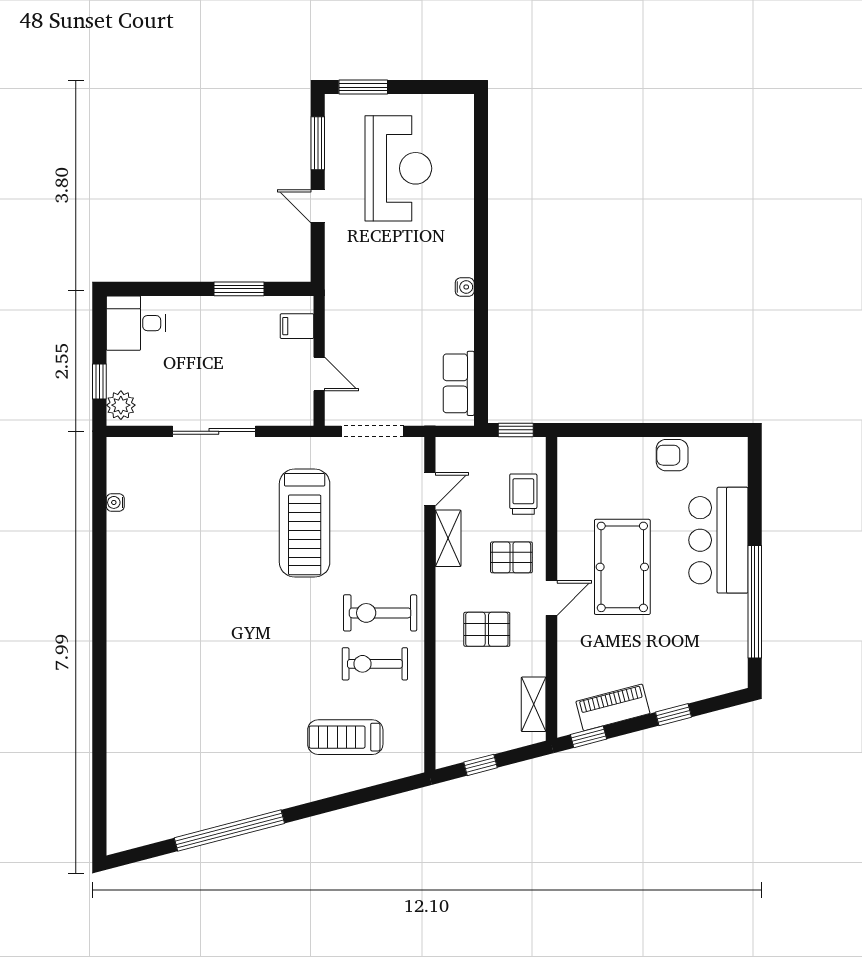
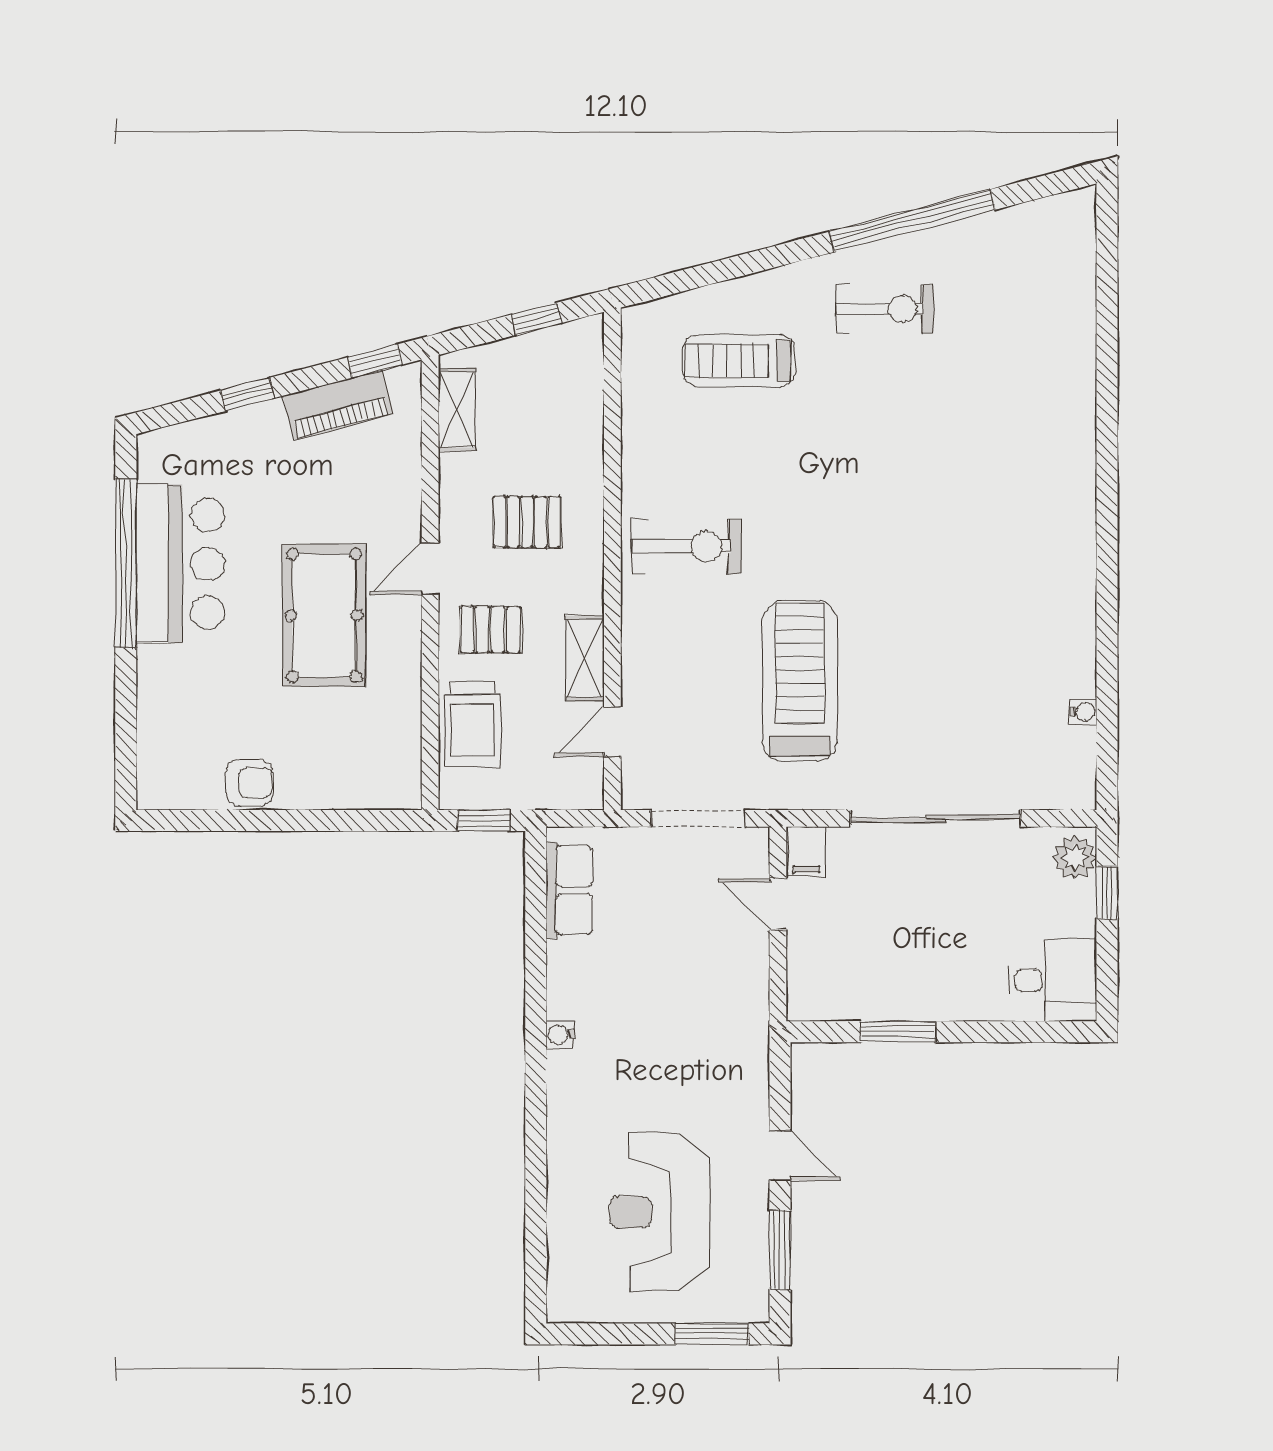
filing cabinet: (297, 326) -> (806, 852), moved, turned 90
sliding door: (214, 431) -> (936, 818), width x1.36
trolley: (523, 494) -> (472, 724), width x1.36, depth x1.39
bar counter: (718, 540) -> (180, 564), moved
exercise bike: (375, 664) -> (885, 309), moved
treadmill: (345, 737) -> (739, 361), turned 180

